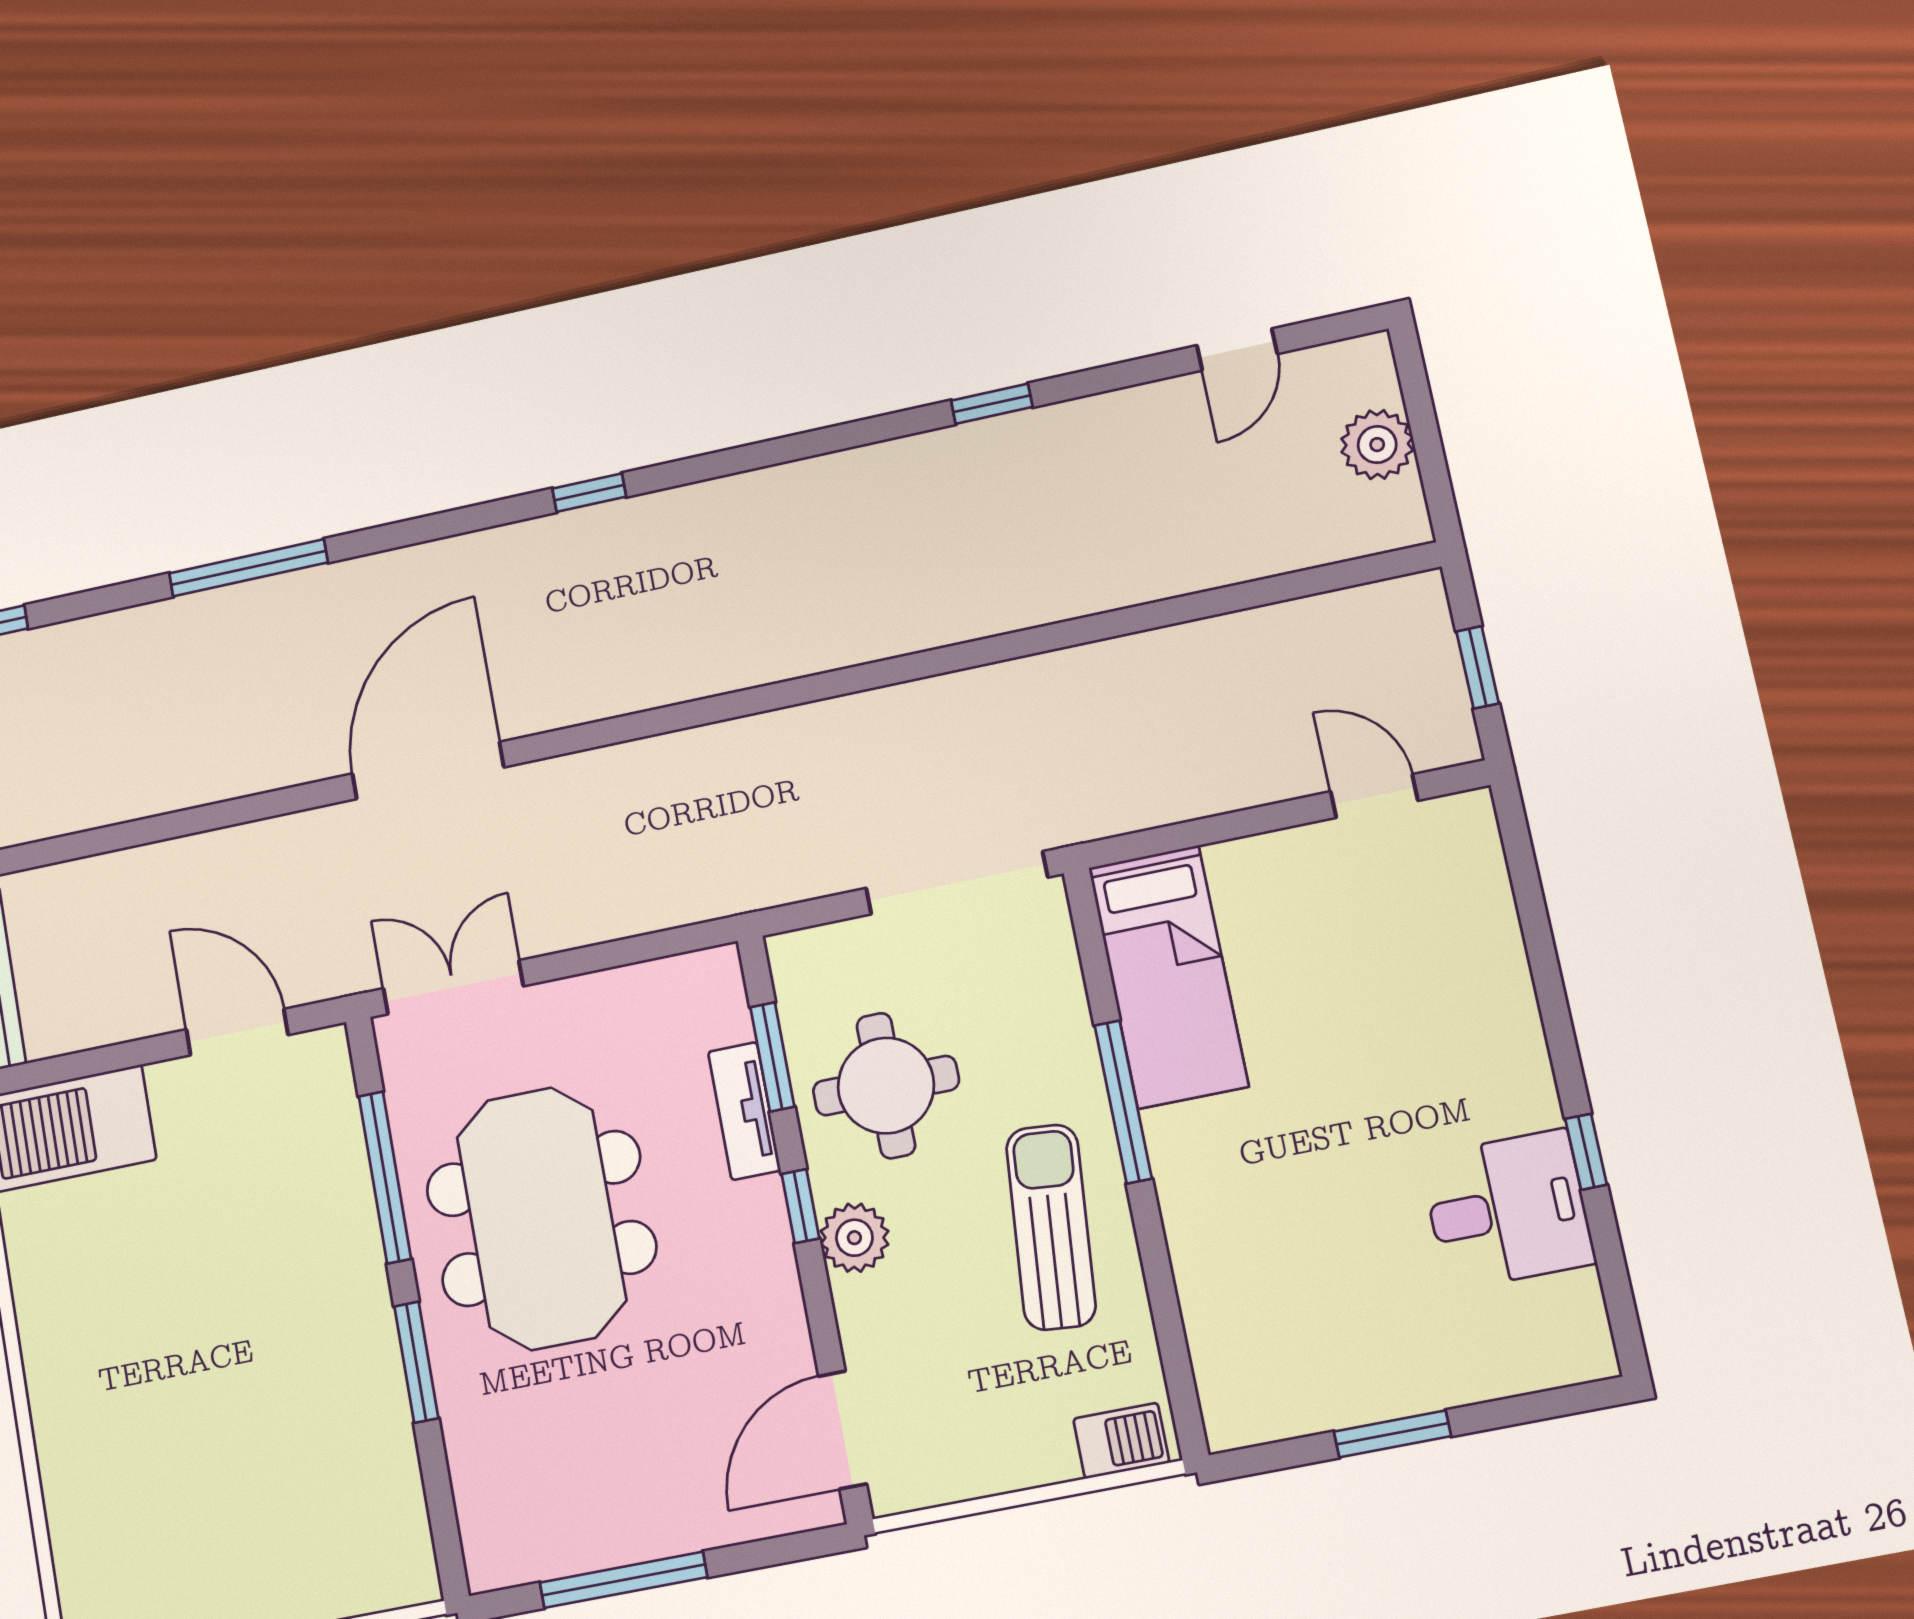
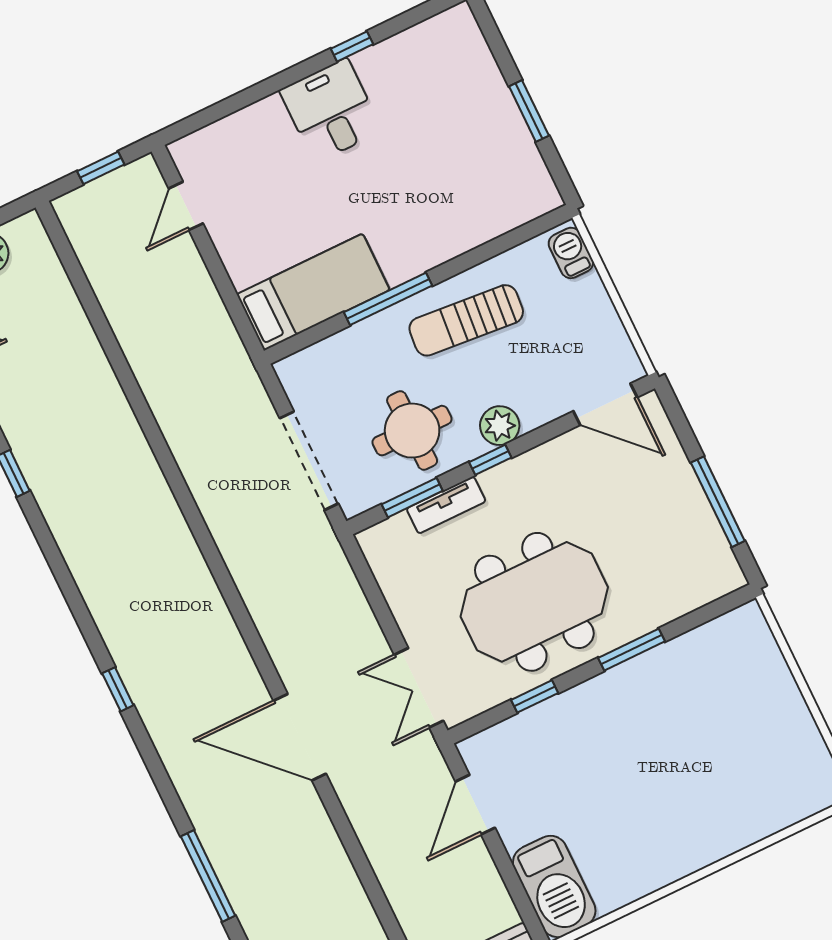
doorway: (957, 883) -> (309, 461), moved
window: (385, 1177) -> (535, 696), width x0.46
desk: (1507, 1210) -> (331, 110), moved

